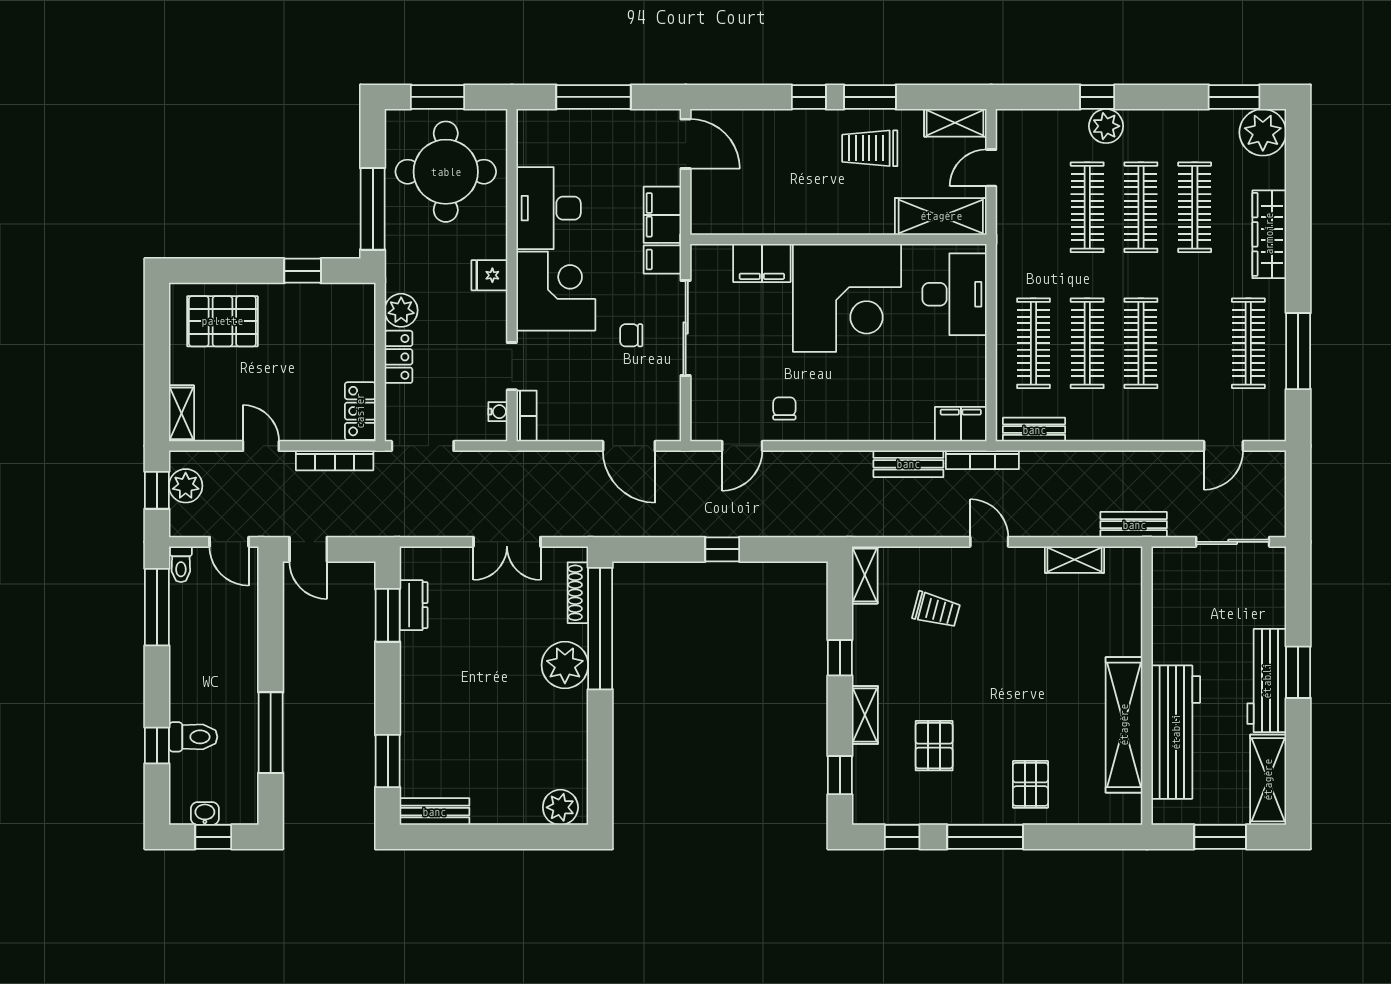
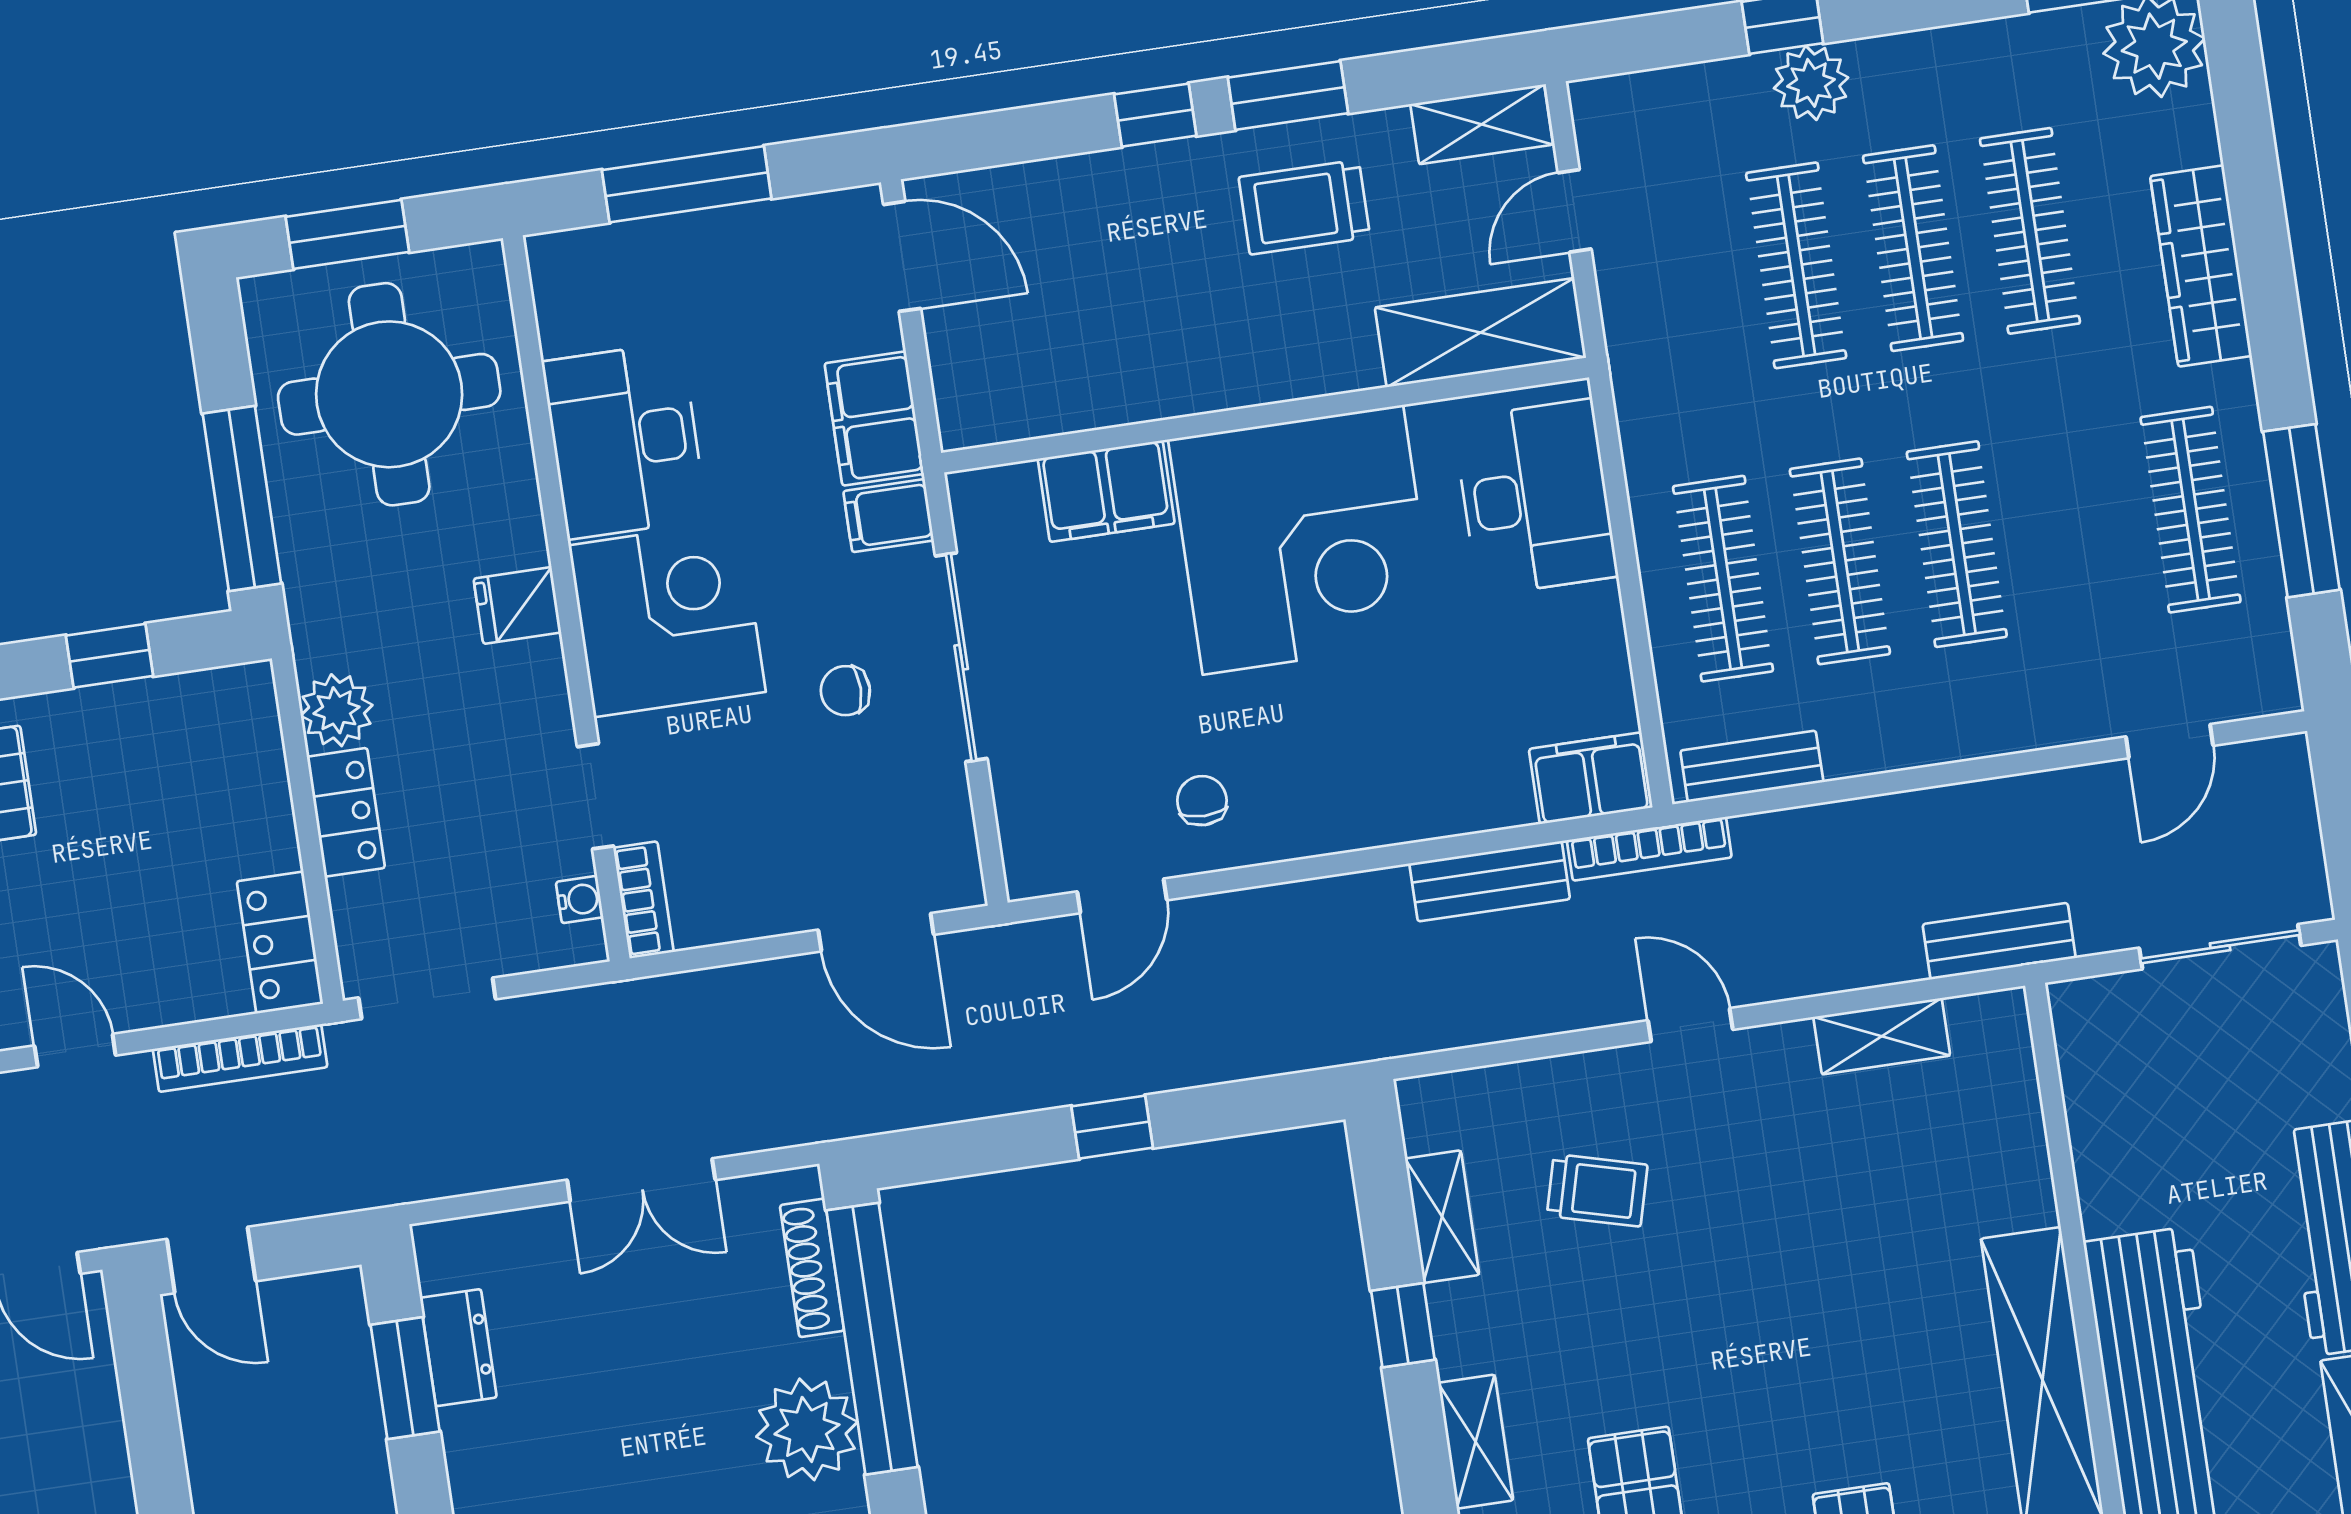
shelving: (865, 575) -> (1442, 1217), moved

